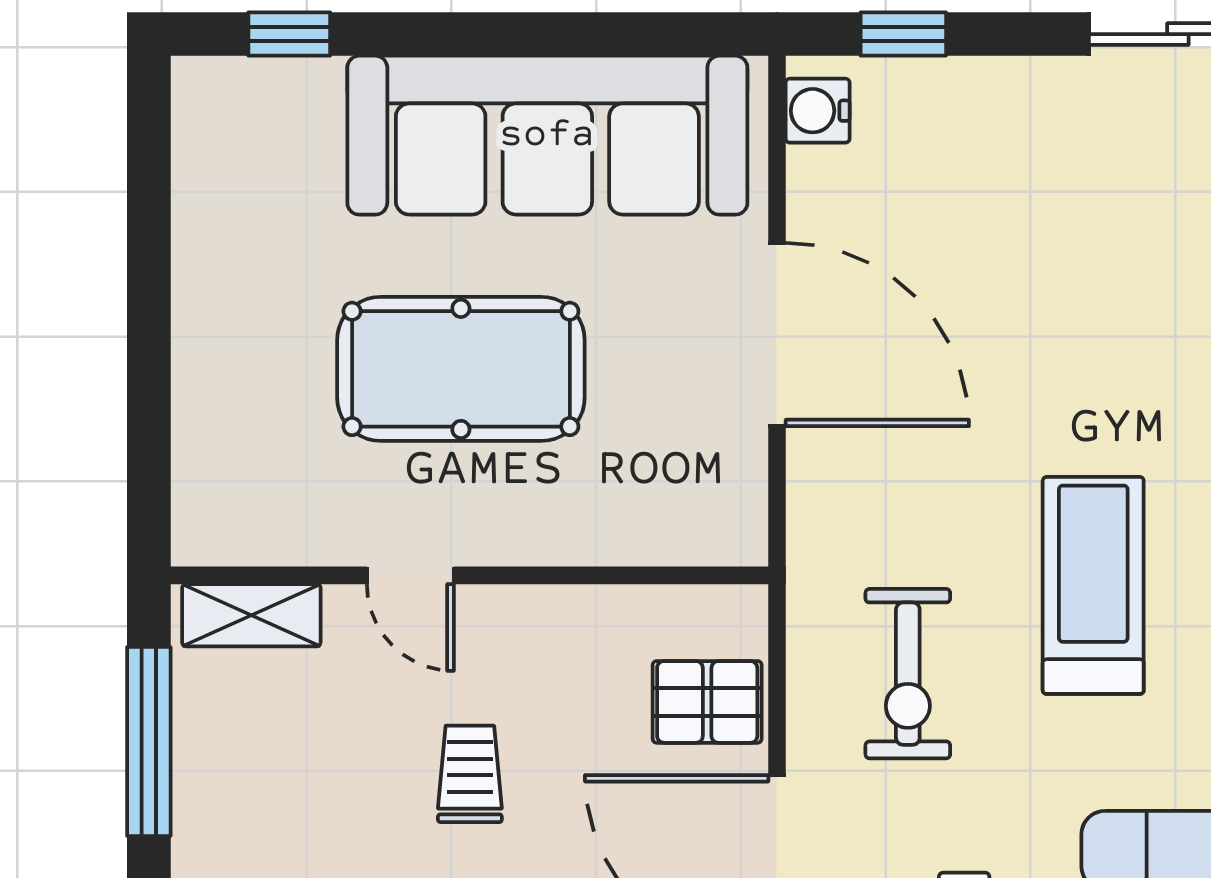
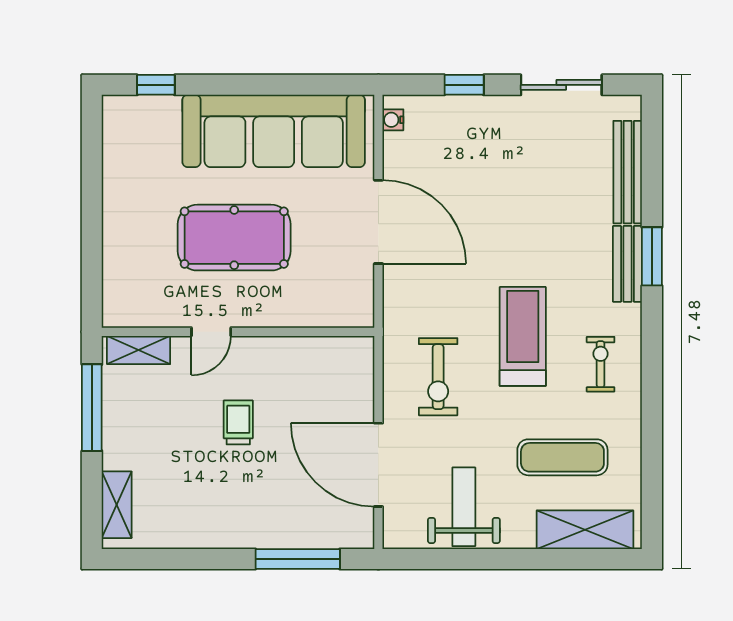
window: (903, 34) -> (464, 85), moved
water cooler: (818, 111) -> (393, 120), width x0.72, depth x0.72
door: (410, 575) -> (211, 332), hinge flipped
pallet: (707, 702) -> (347, 390), removed

